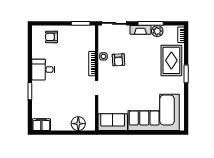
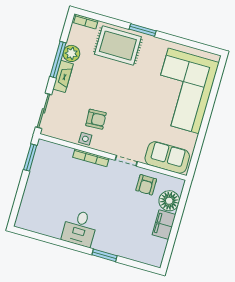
armchair: (52, 37) -> (146, 185), moved
sofa: (113, 122) -> (167, 157), moved, turned 90
filing cabinet: (41, 125) -> (164, 225), moved

